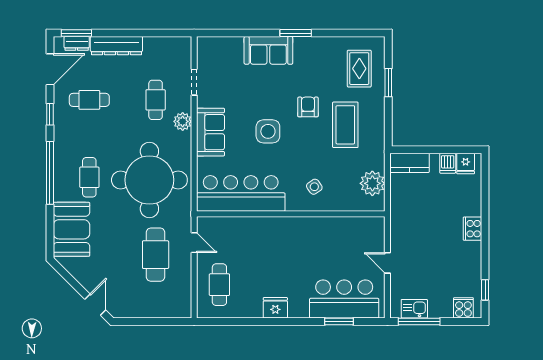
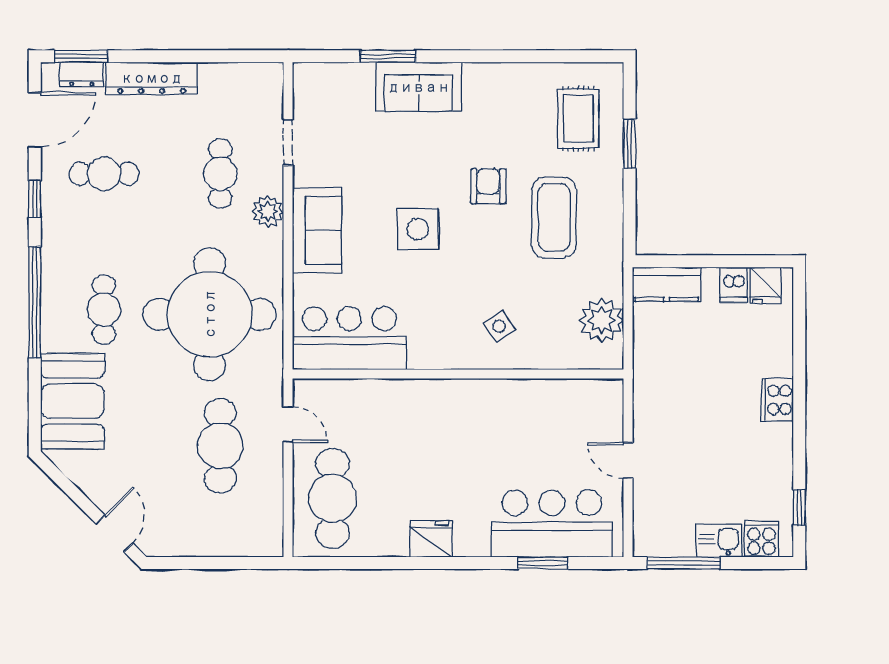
window: (296, 33) -> (388, 56), moved
bar counter: (241, 193) -> (349, 338), width x0.73
cafe table: (219, 285) -> (333, 498), width x1.37, depth x1.35
kitchen sink: (414, 309) -> (719, 541), moved

